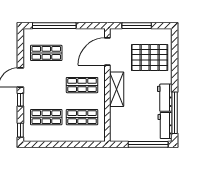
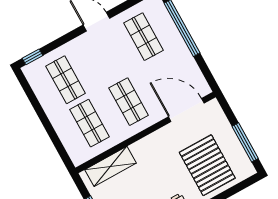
window: (137, 26) -> (245, 142), moved
shelving: (117, 89) -> (110, 166), moved
window: (20, 100) -> (69, 36), removed

